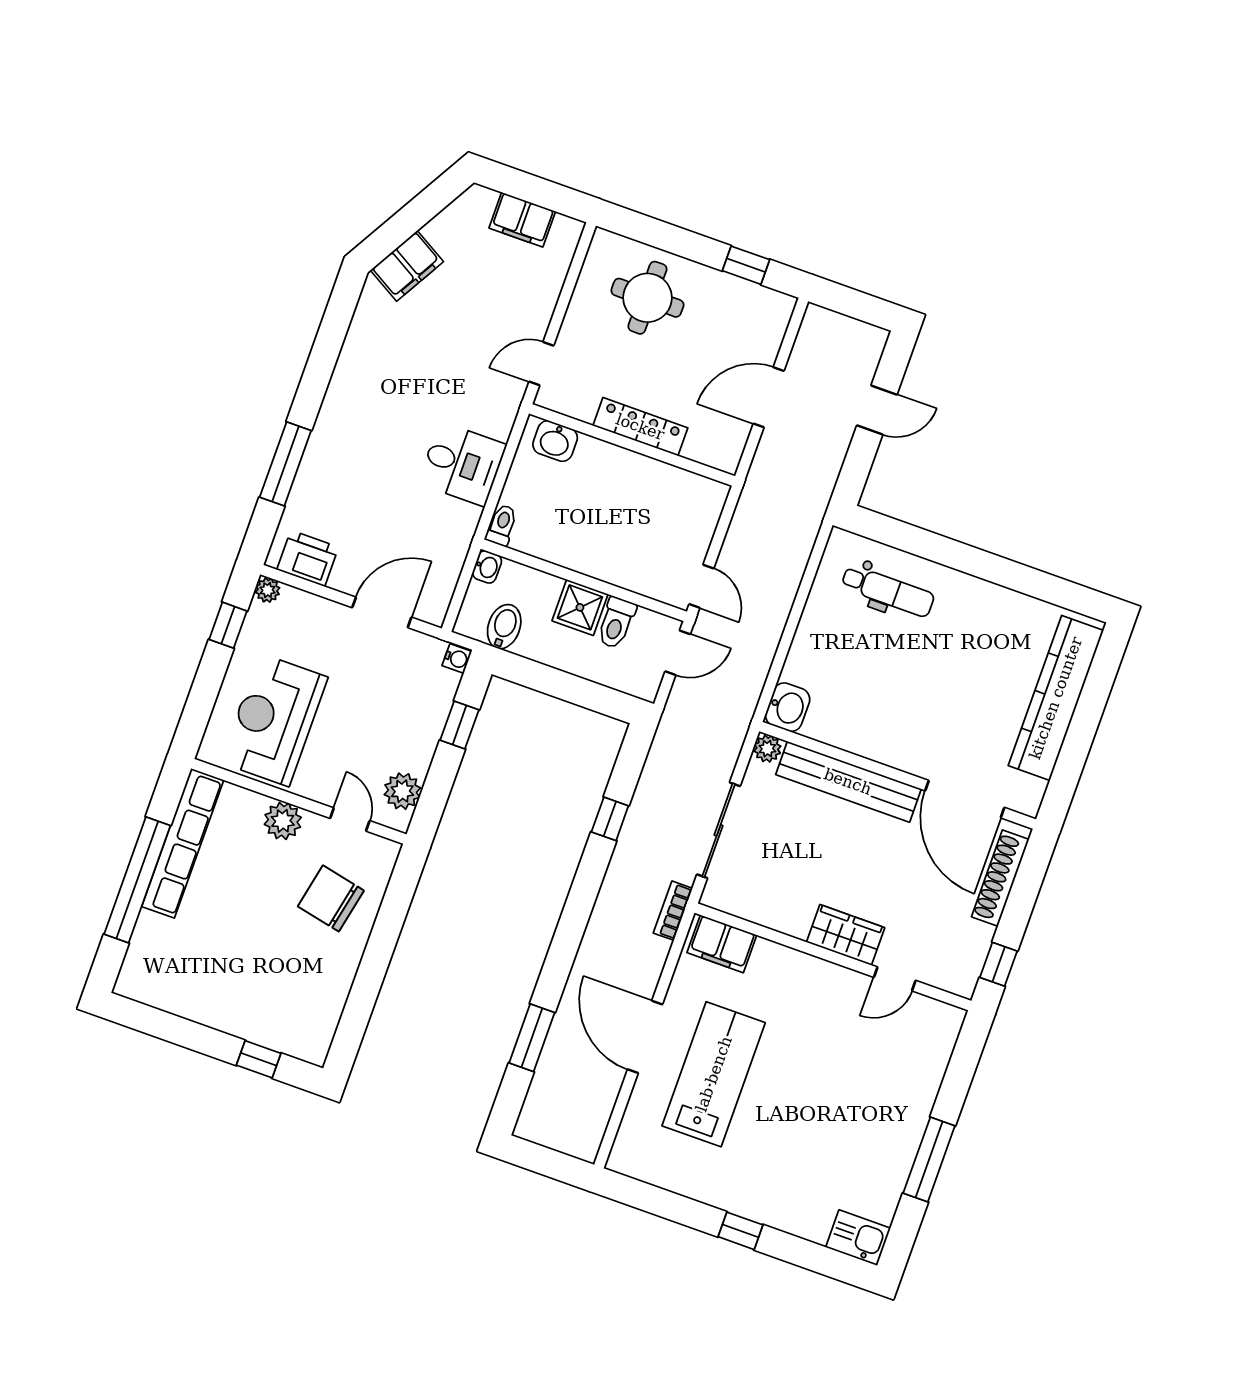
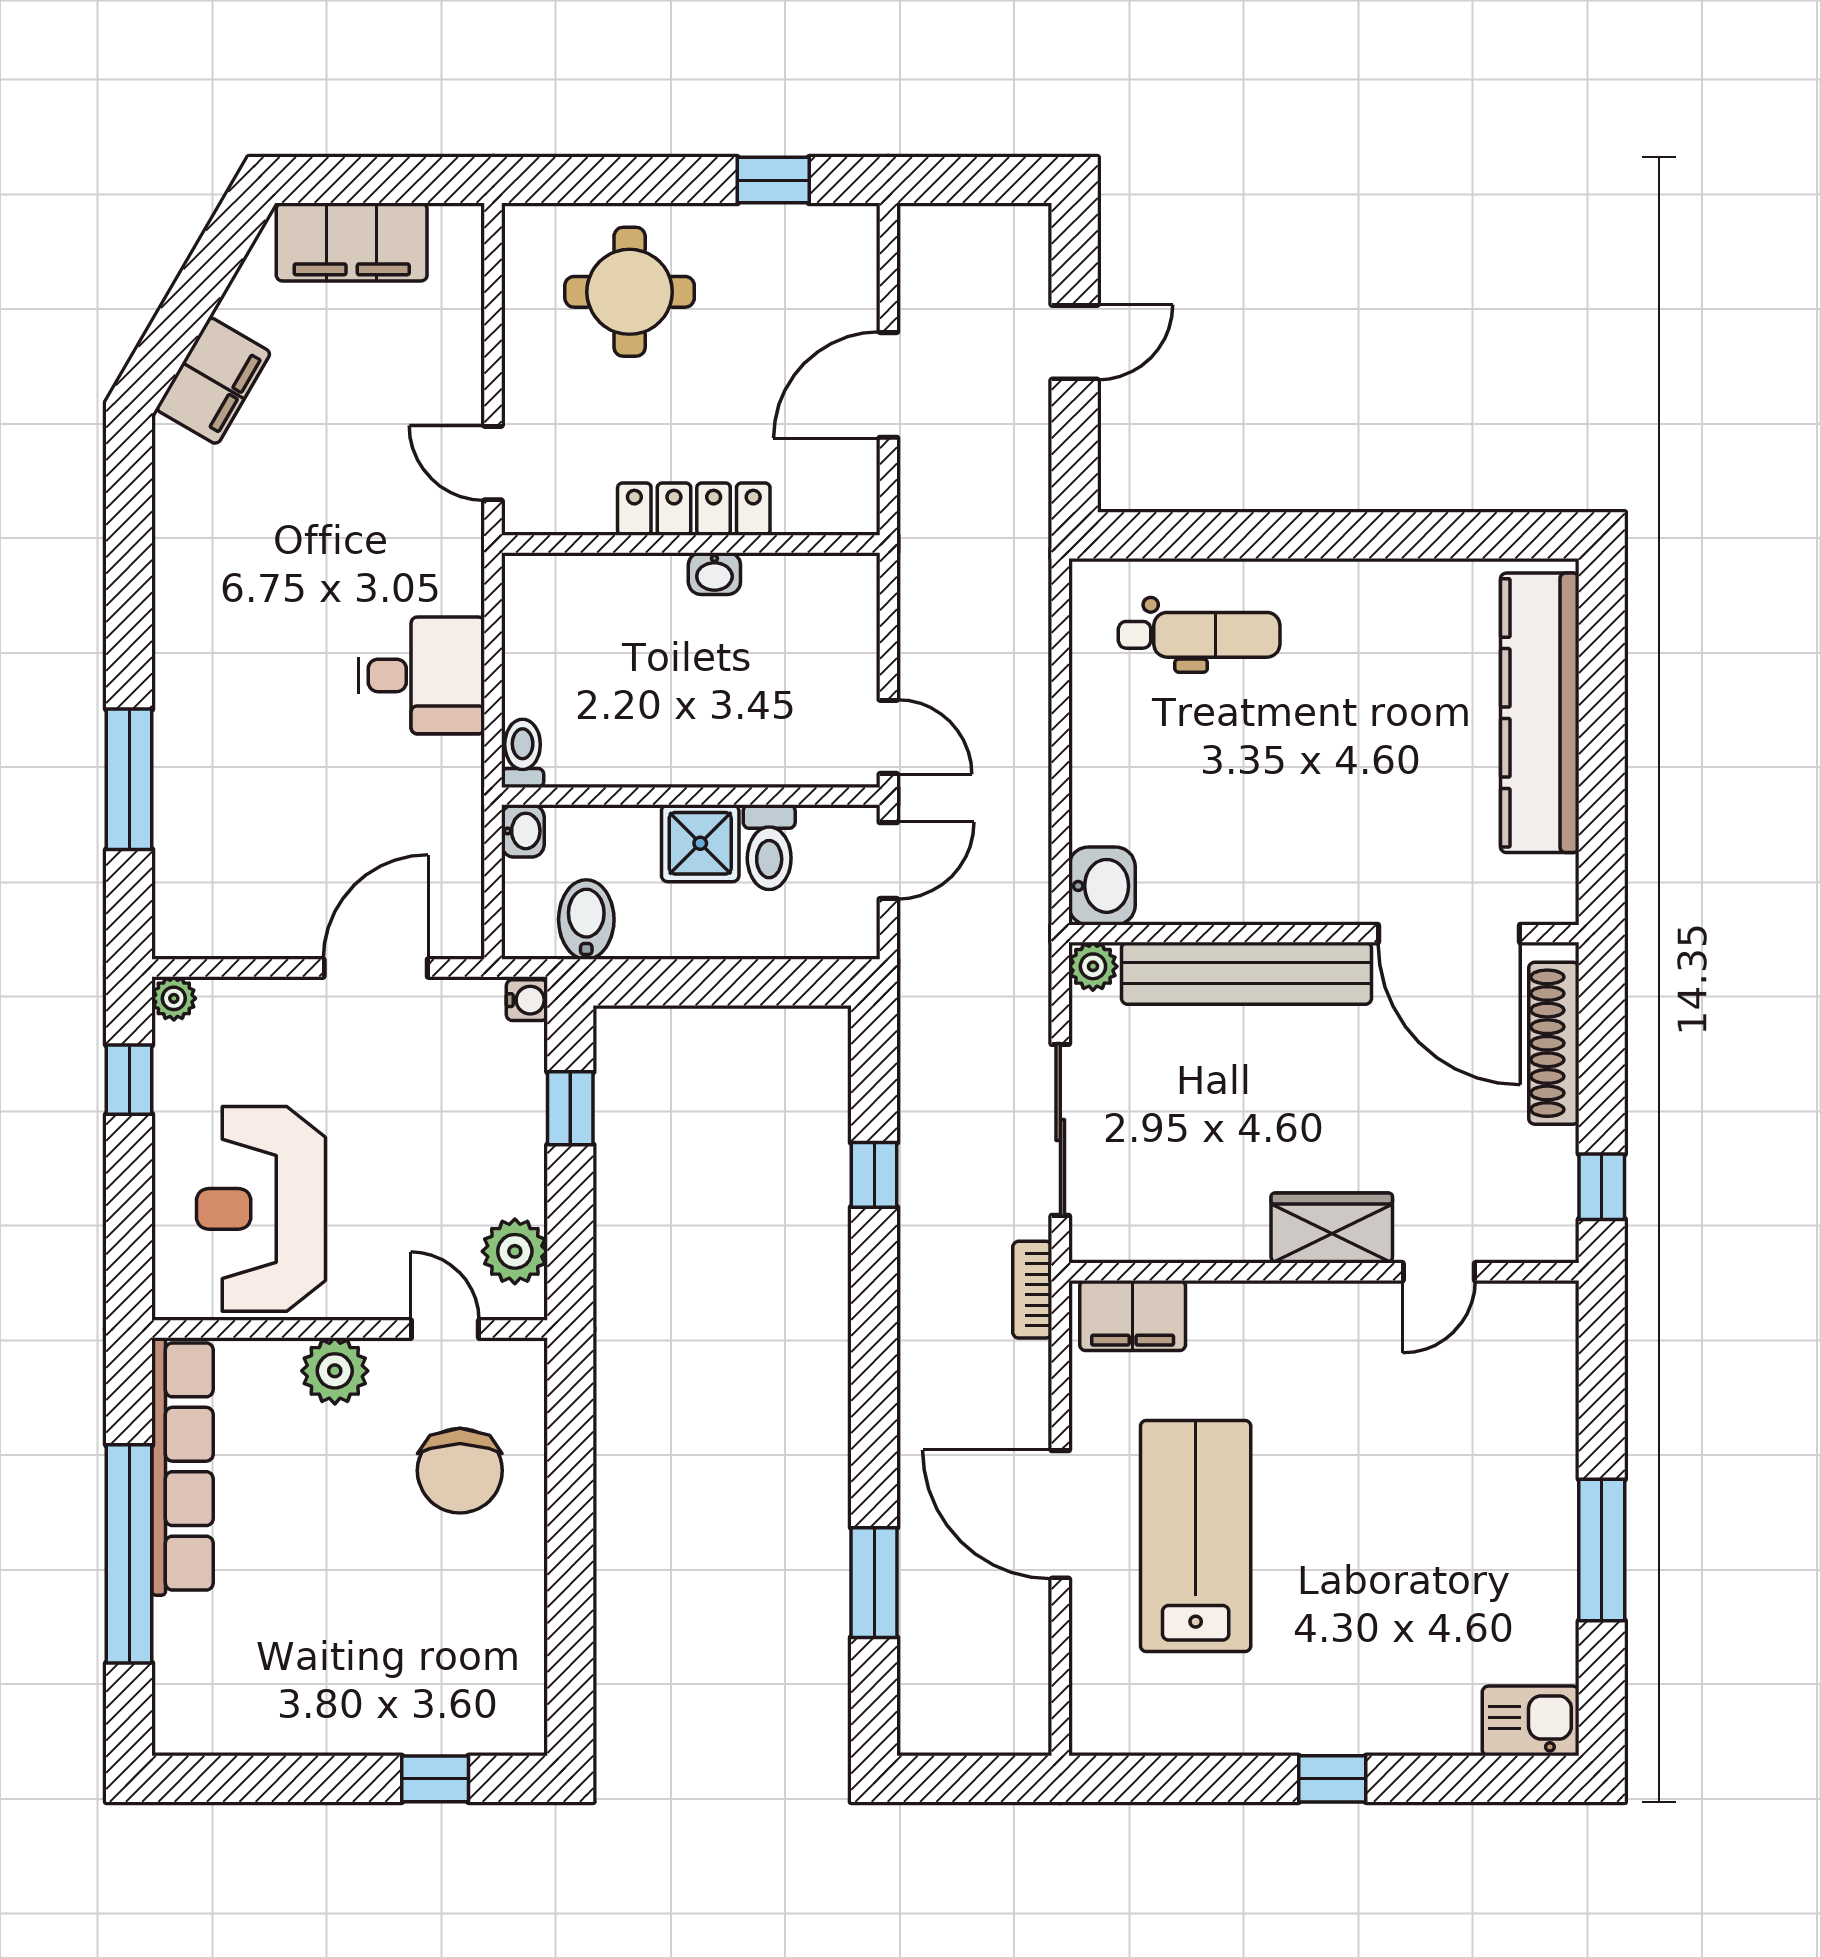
filing cabinet: (522, 220) -> (352, 242), width x1.50, depth x1.17
door: (541, 364) -> (493, 463), hinge flipped
washbasin: (555, 441) -> (714, 574), moved, width x0.72, depth x0.69
printer: (308, 558) -> (222, 922), removed
chair: (331, 898) -> (460, 1471), turned -102

